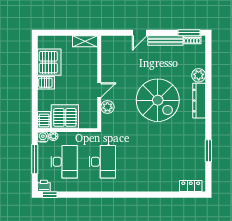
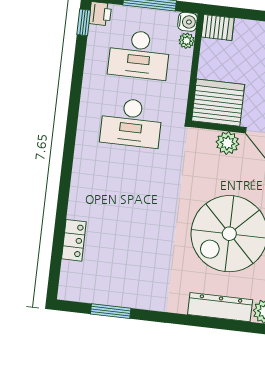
server rack: (65, 117) -> (218, 103), moved, turned -90
window: (208, 151) -> (111, 311), moved
locker: (191, 186) -> (74, 240), moved

